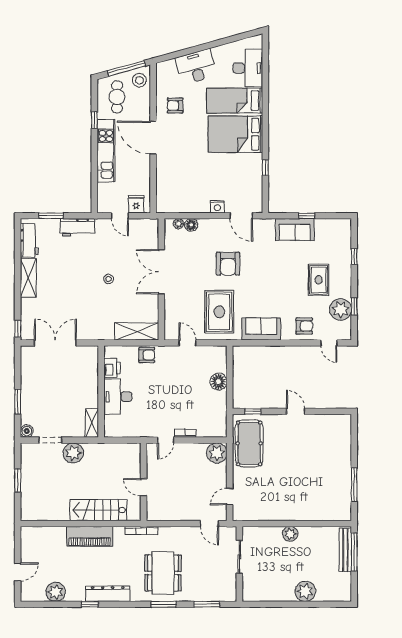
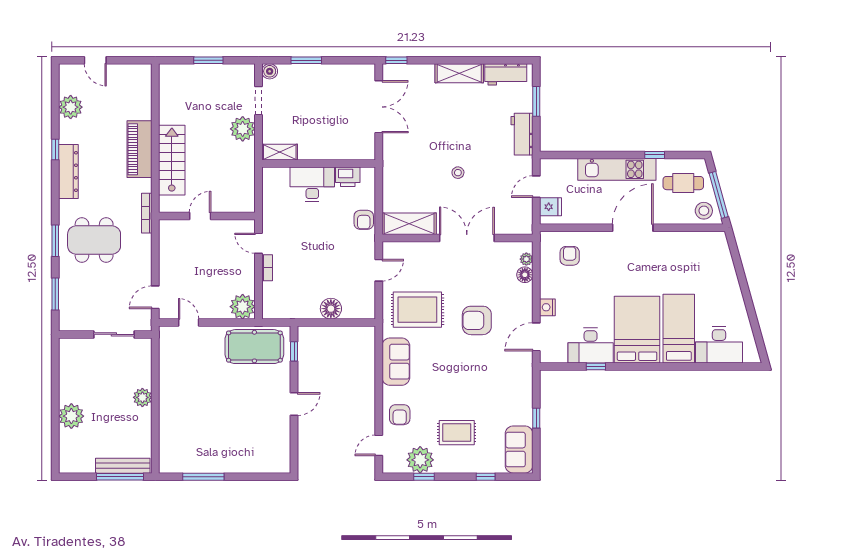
desk: (196, 67) -> (591, 346), moved, turned 106
armchair: (175, 106) -> (570, 256), moved
sofa: (295, 230) -> (519, 450), moved
shelving: (137, 331) -> (409, 224), moved, turned 90

